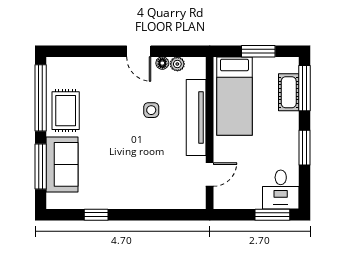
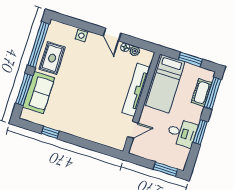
side table: (151, 110) -> (81, 36), moved
desk: (281, 190) -> (182, 133), moved, turned -90

